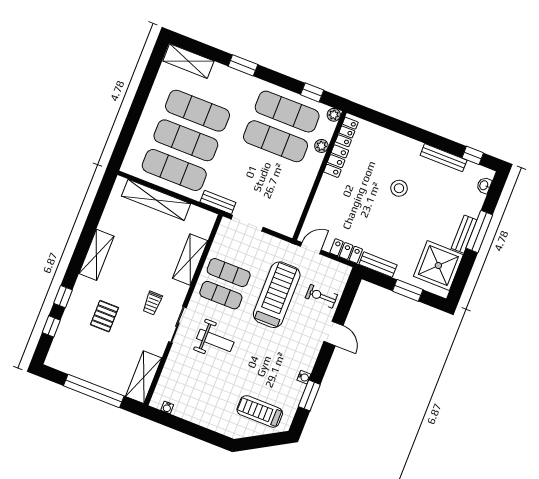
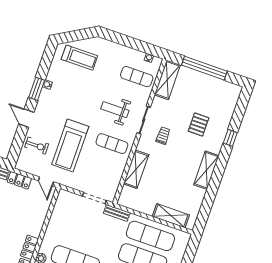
shelving: (156, 200) -> (171, 216), width x0.68
door: (311, 248) -> (46, 181), hinge flipped
exercise mat: (229, 273) -> (137, 77), moved
window: (51, 326) -> (238, 115), removed
window: (309, 395) -> (37, 89), moved

